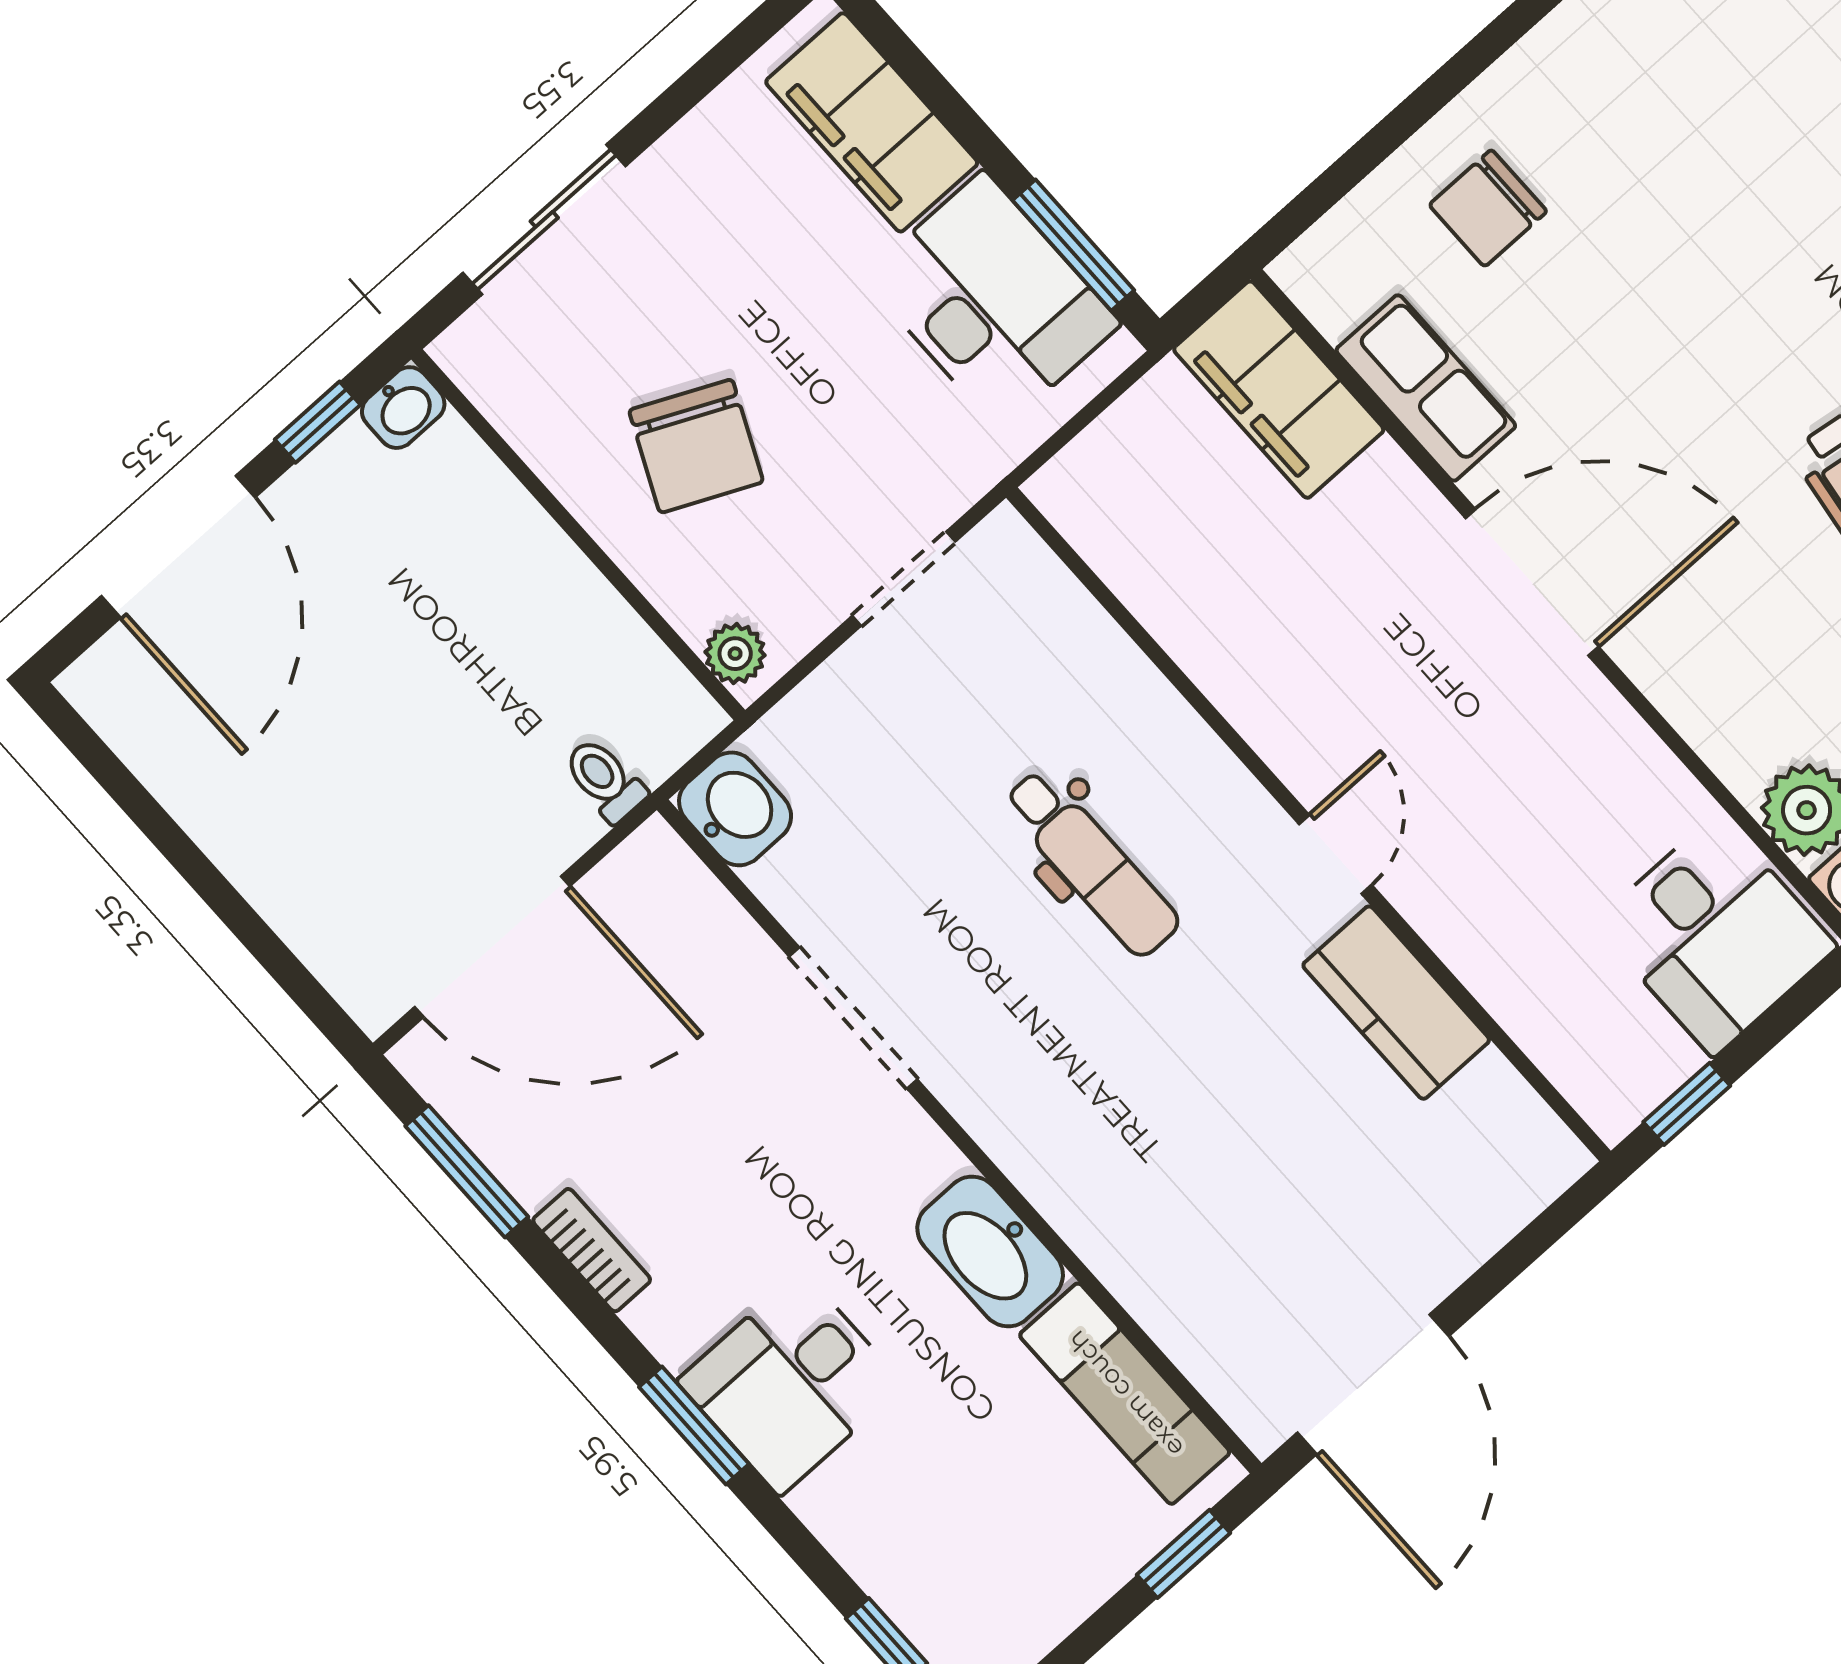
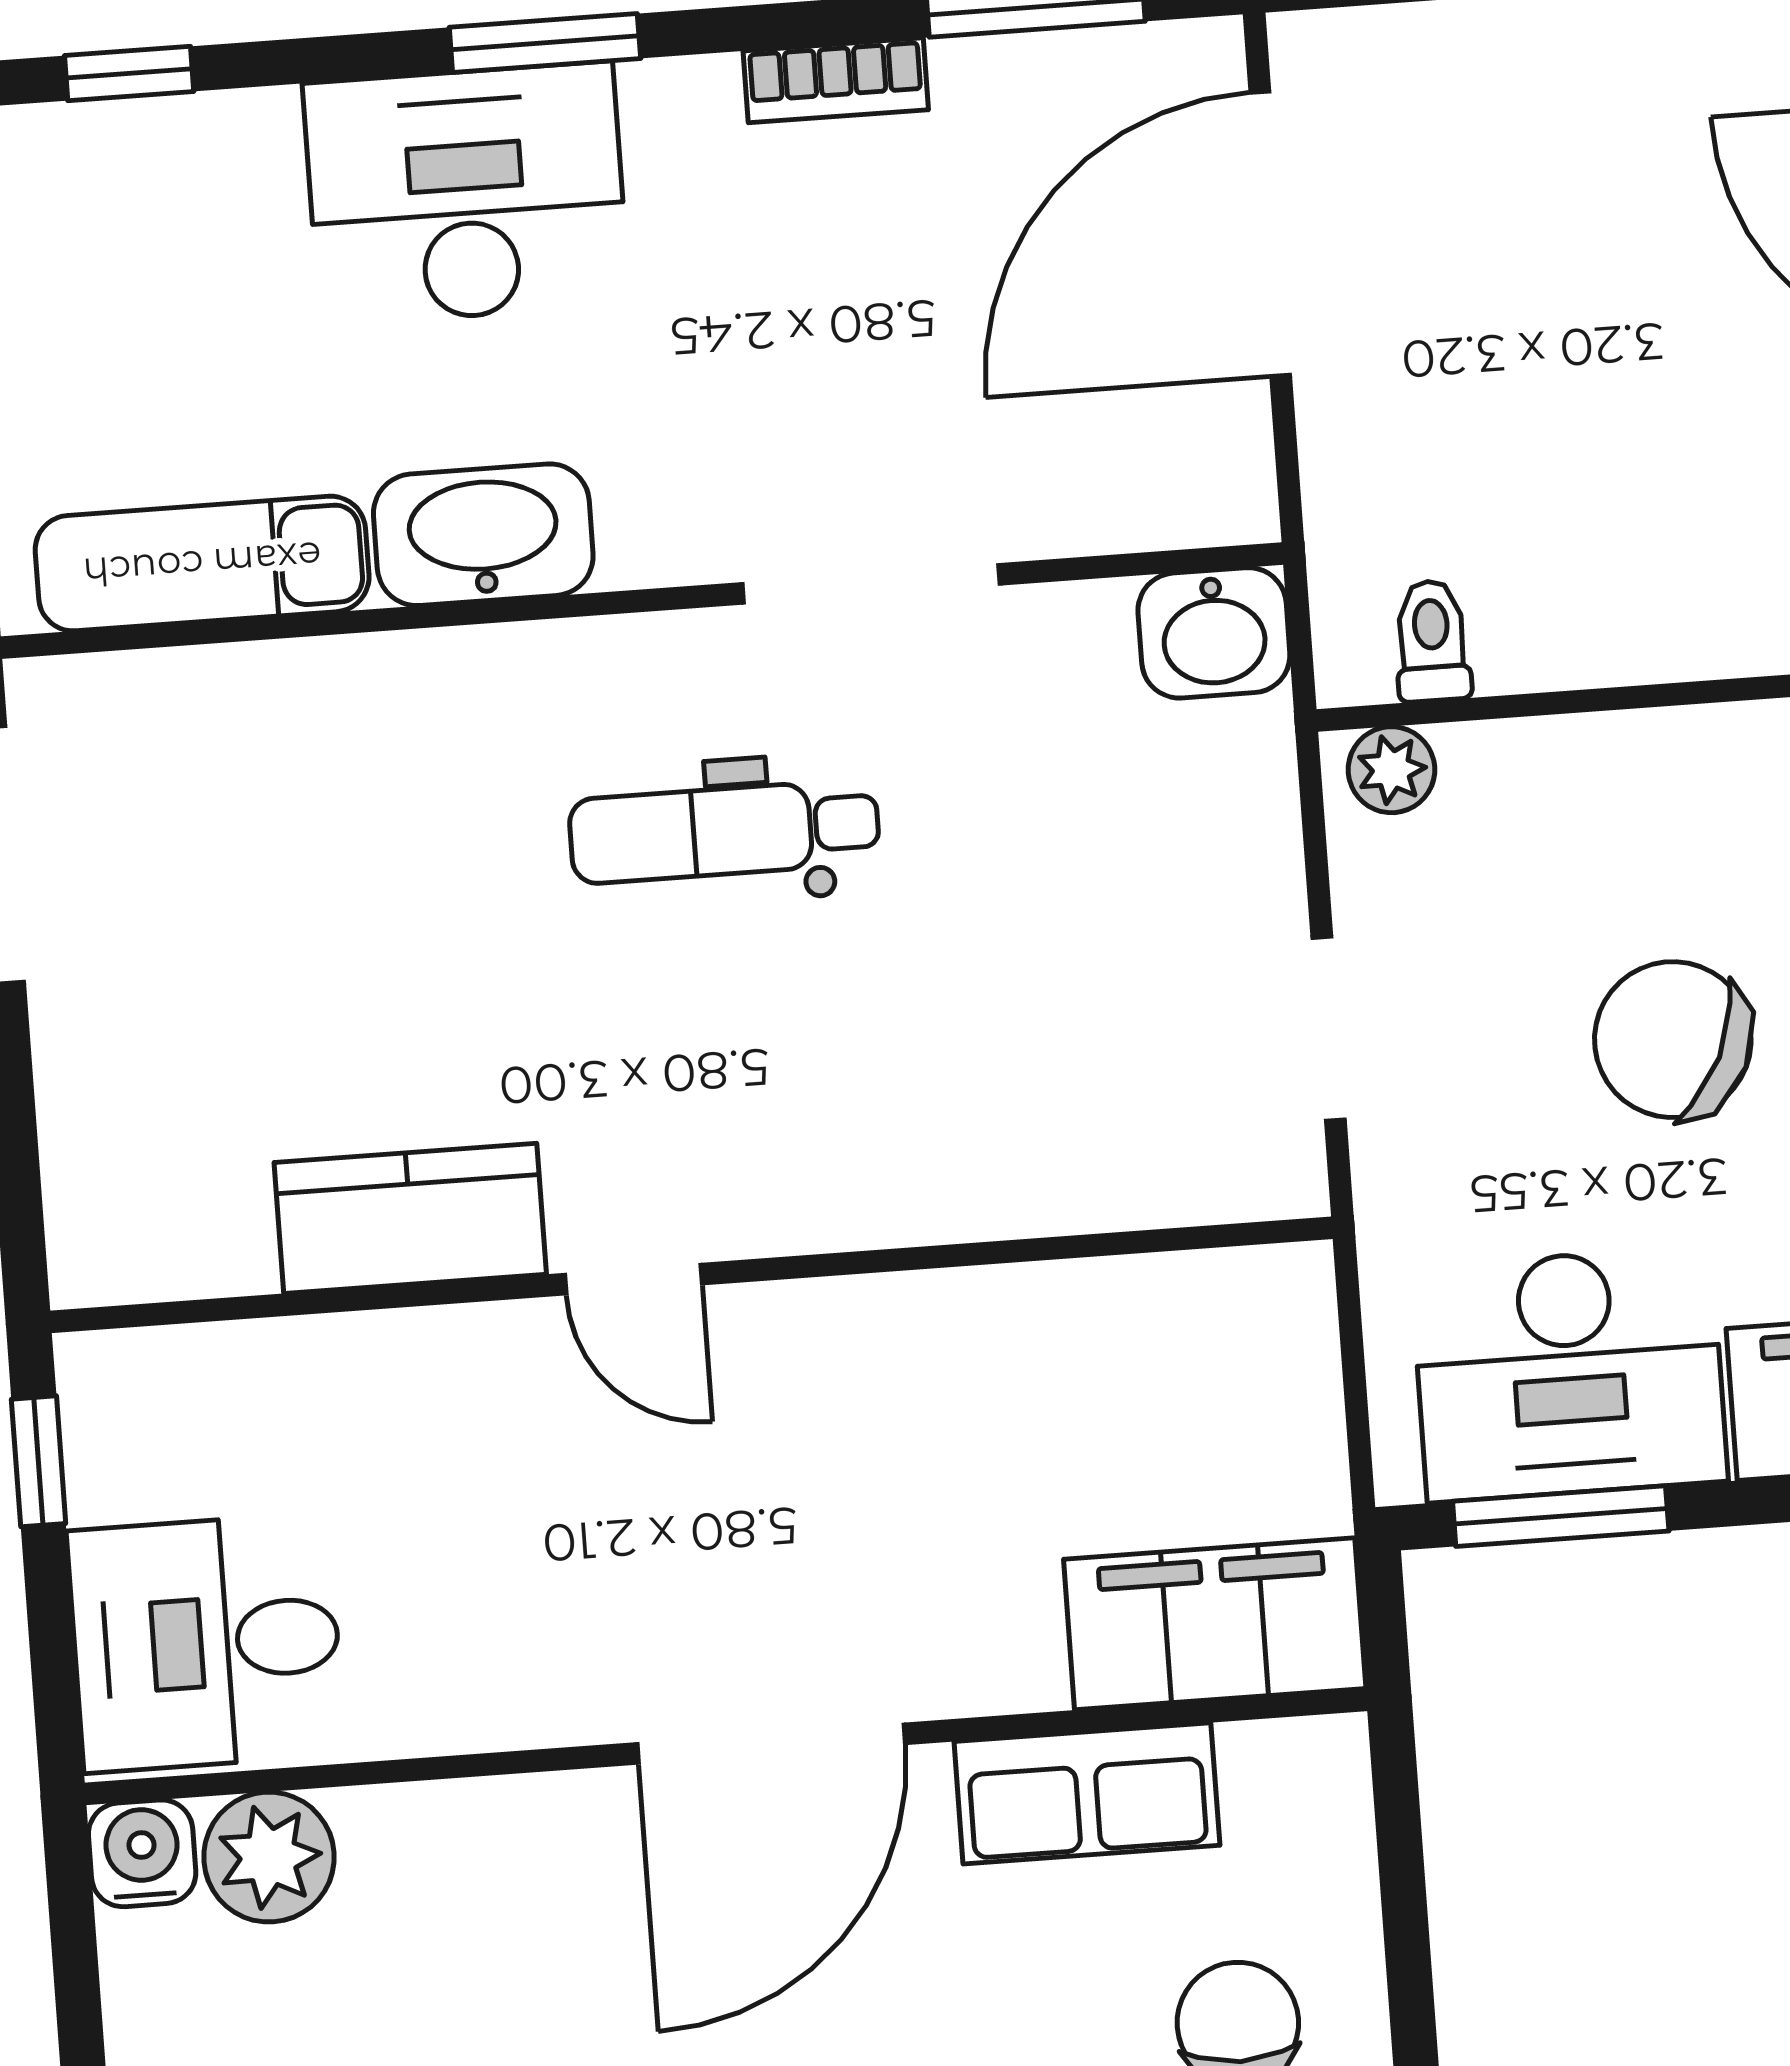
chair: (696, 446) -> (1673, 1040), moved
toilet: (605, 780) -> (1432, 641), moved, turned -90
dental chair: (1091, 863) -> (724, 831), moved
desk: (791, 1383) -> (466, 194), width x1.37

